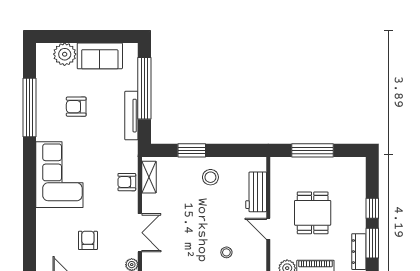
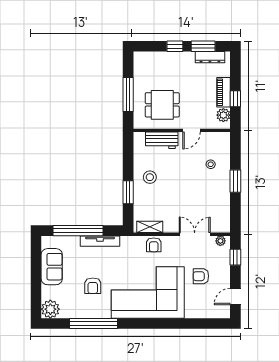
plant: (65, 54) -> (50, 309), moved
corner sofa: (59, 175) -> (148, 292), width x1.36, depth x1.36
dining table: (313, 213) -> (162, 105), moved

